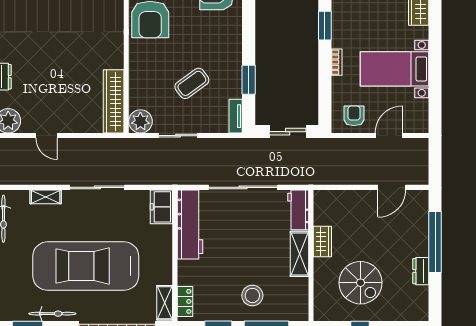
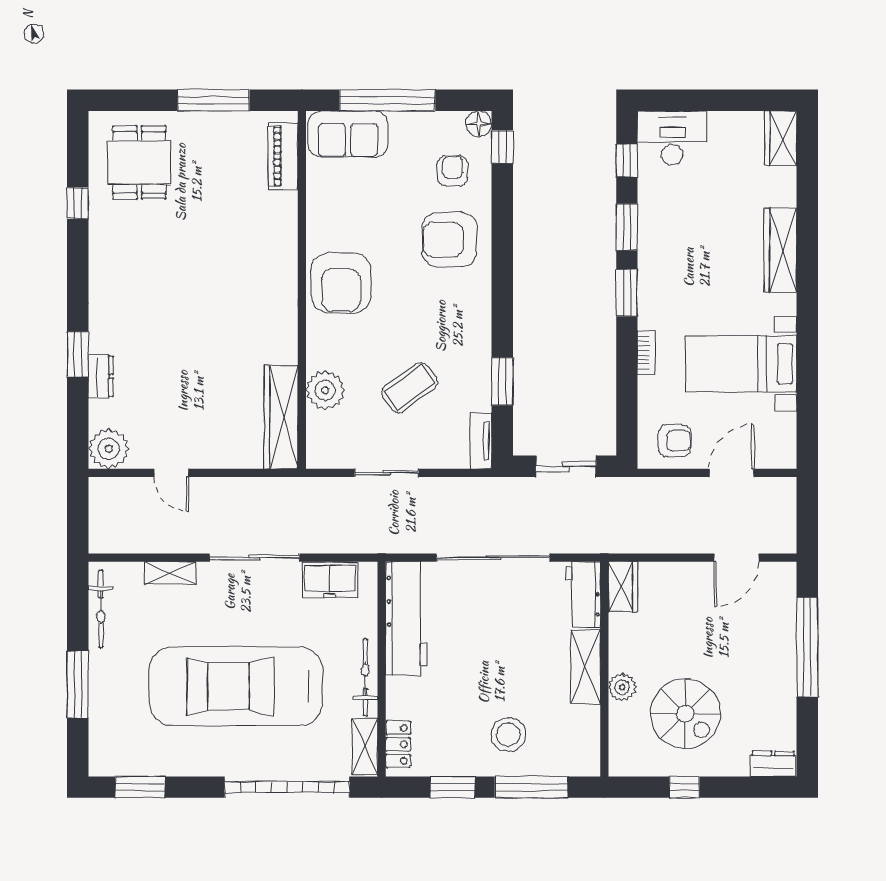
armchair: (354, 116) -> (675, 440), turned 90
plant: (140, 121) -> (325, 390), moved
freezer: (161, 207) -> (330, 580), moved, turned -90
wardrobe: (322, 241) -> (623, 587), moved
plant: (322, 267) -> (622, 687), added
dresser: (421, 271) -> (773, 764), moved, turned 90
bicycle: (52, 314) -> (365, 677), moved, turned -90

